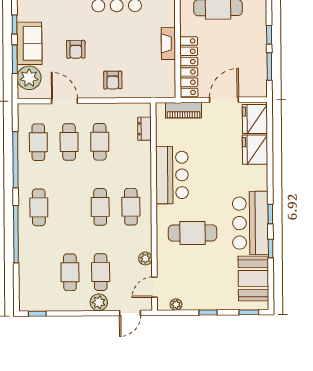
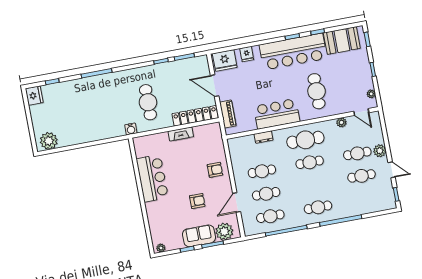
dresser: (144, 129) -> (264, 137), moved
fridge: (255, 150) -> (247, 54), width x0.53, depth x0.75
cafe table: (131, 207) -> (305, 140), width x1.37, depth x1.35
bar counter: (250, 223) -> (293, 52), width x1.36
door: (130, 313) -> (392, 170), moved

